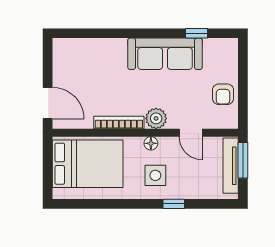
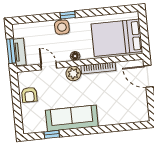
armchair: (223, 94) -> (29, 95), turned 180
tv unit: (231, 166) -> (20, 52), width x0.71
side table: (155, 175) -> (62, 27), moved
window: (174, 204) -> (68, 15), moved

